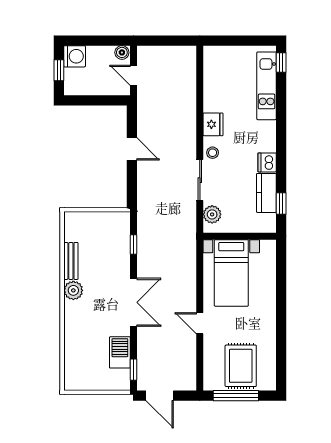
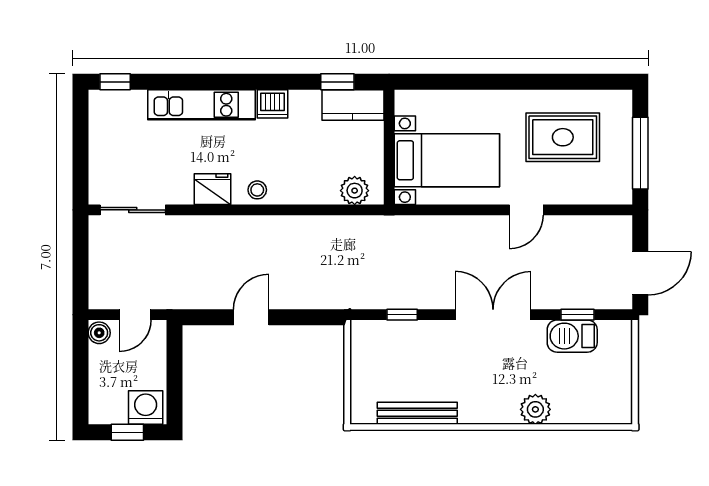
washing machine: (75, 56) -> (146, 408), moved
kitchen unit: (267, 86) -> (202, 105), moved
sliding door: (200, 180) -> (133, 210), moved
kitchen counter: (266, 193) -> (353, 105), moved
bench: (71, 261) -> (417, 413), width x1.36
plant: (73, 290) -> (535, 409), moved
rug: (241, 366) -> (563, 137), moved
window: (133, 370) -> (578, 315), moved

